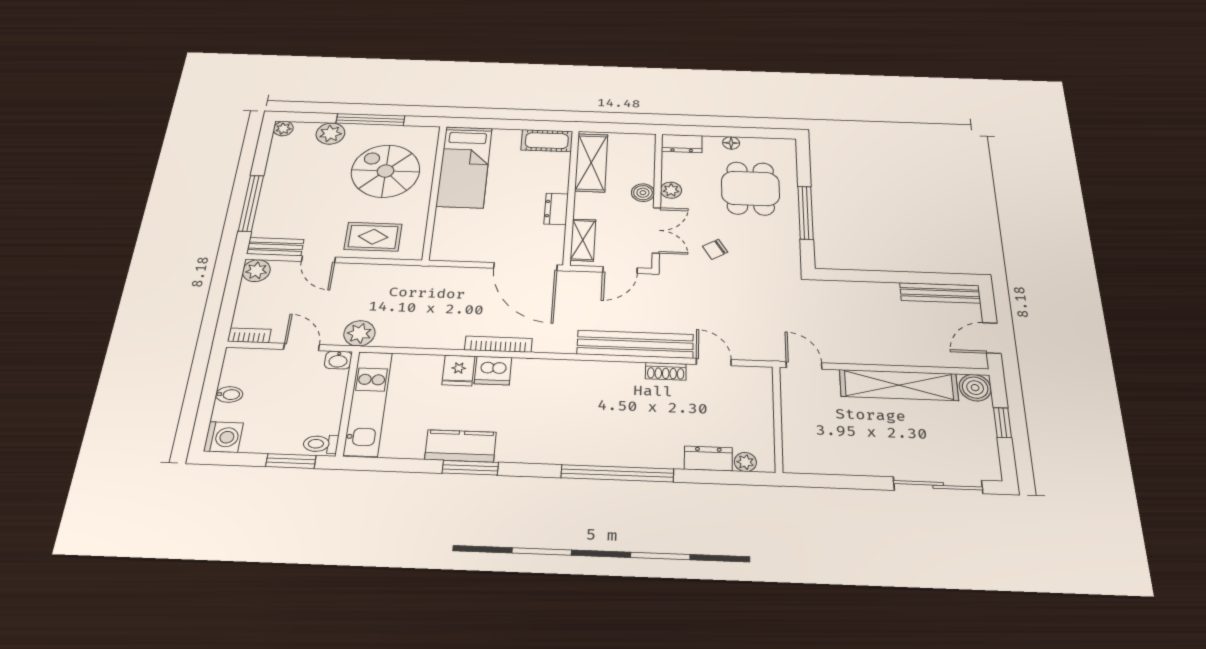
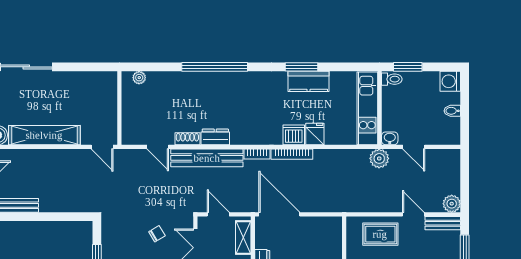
door: (620, 270) -> (218, 214), hinge flipped
bookcase: (249, 335) -> (257, 154), moved
dresser: (708, 458) -> (215, 137), moved, turned 180

